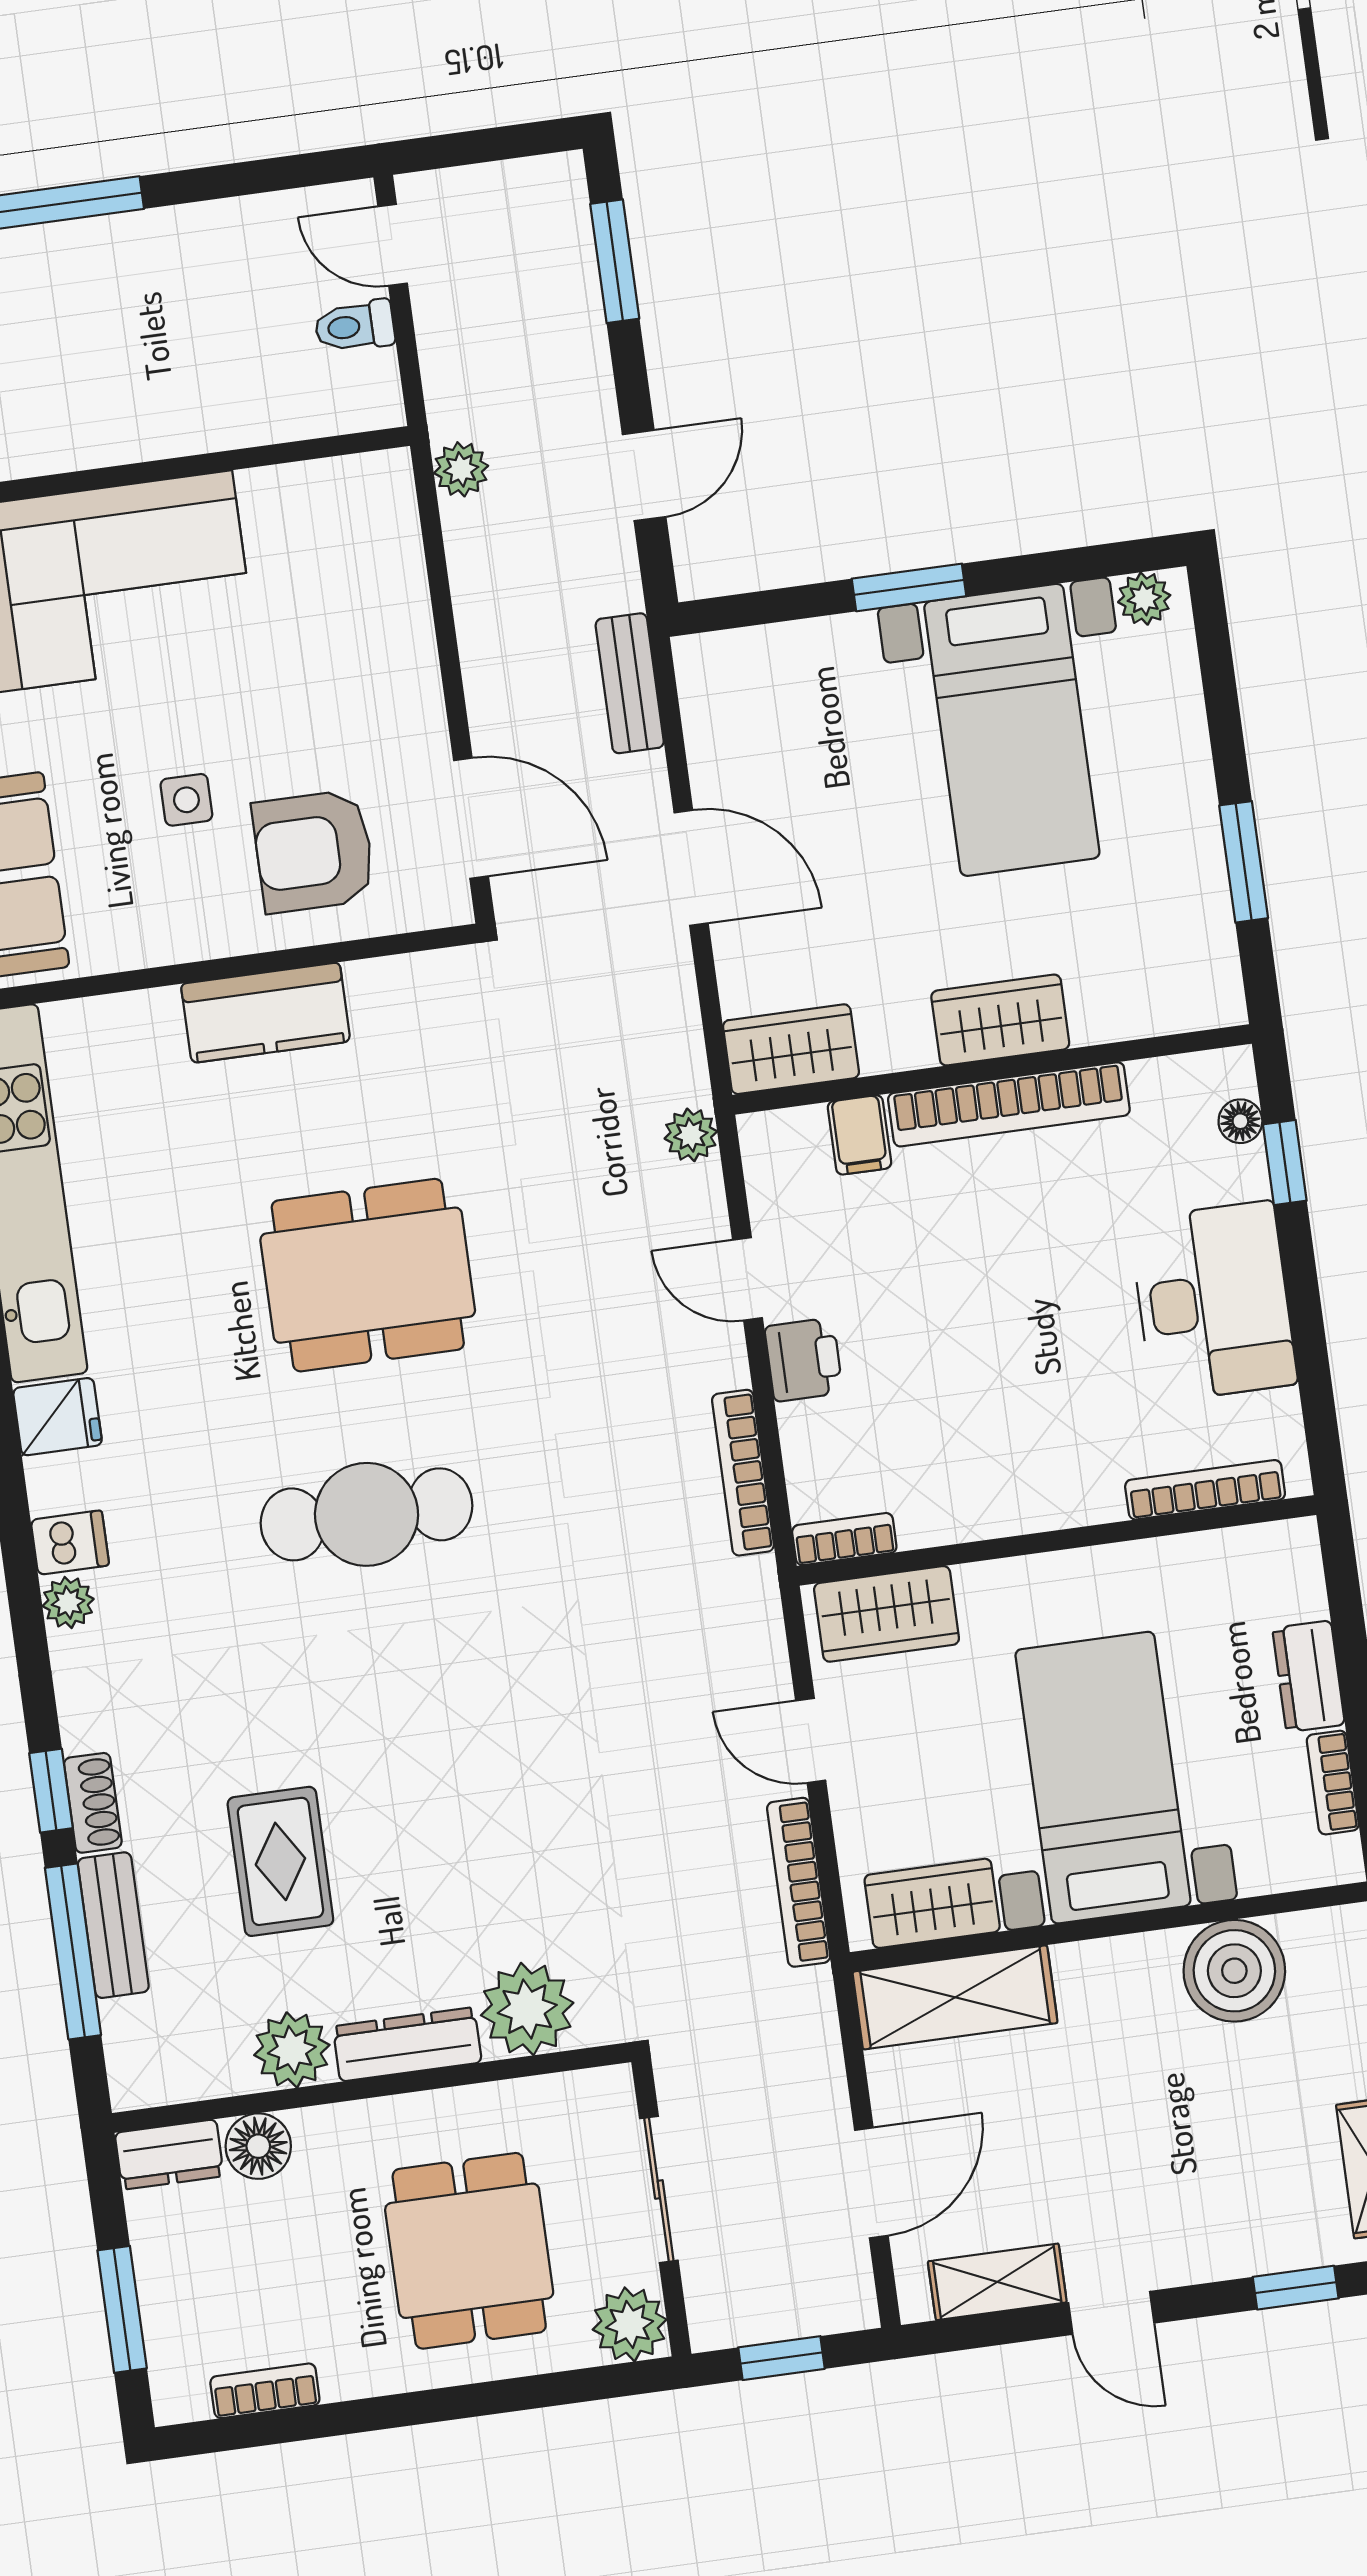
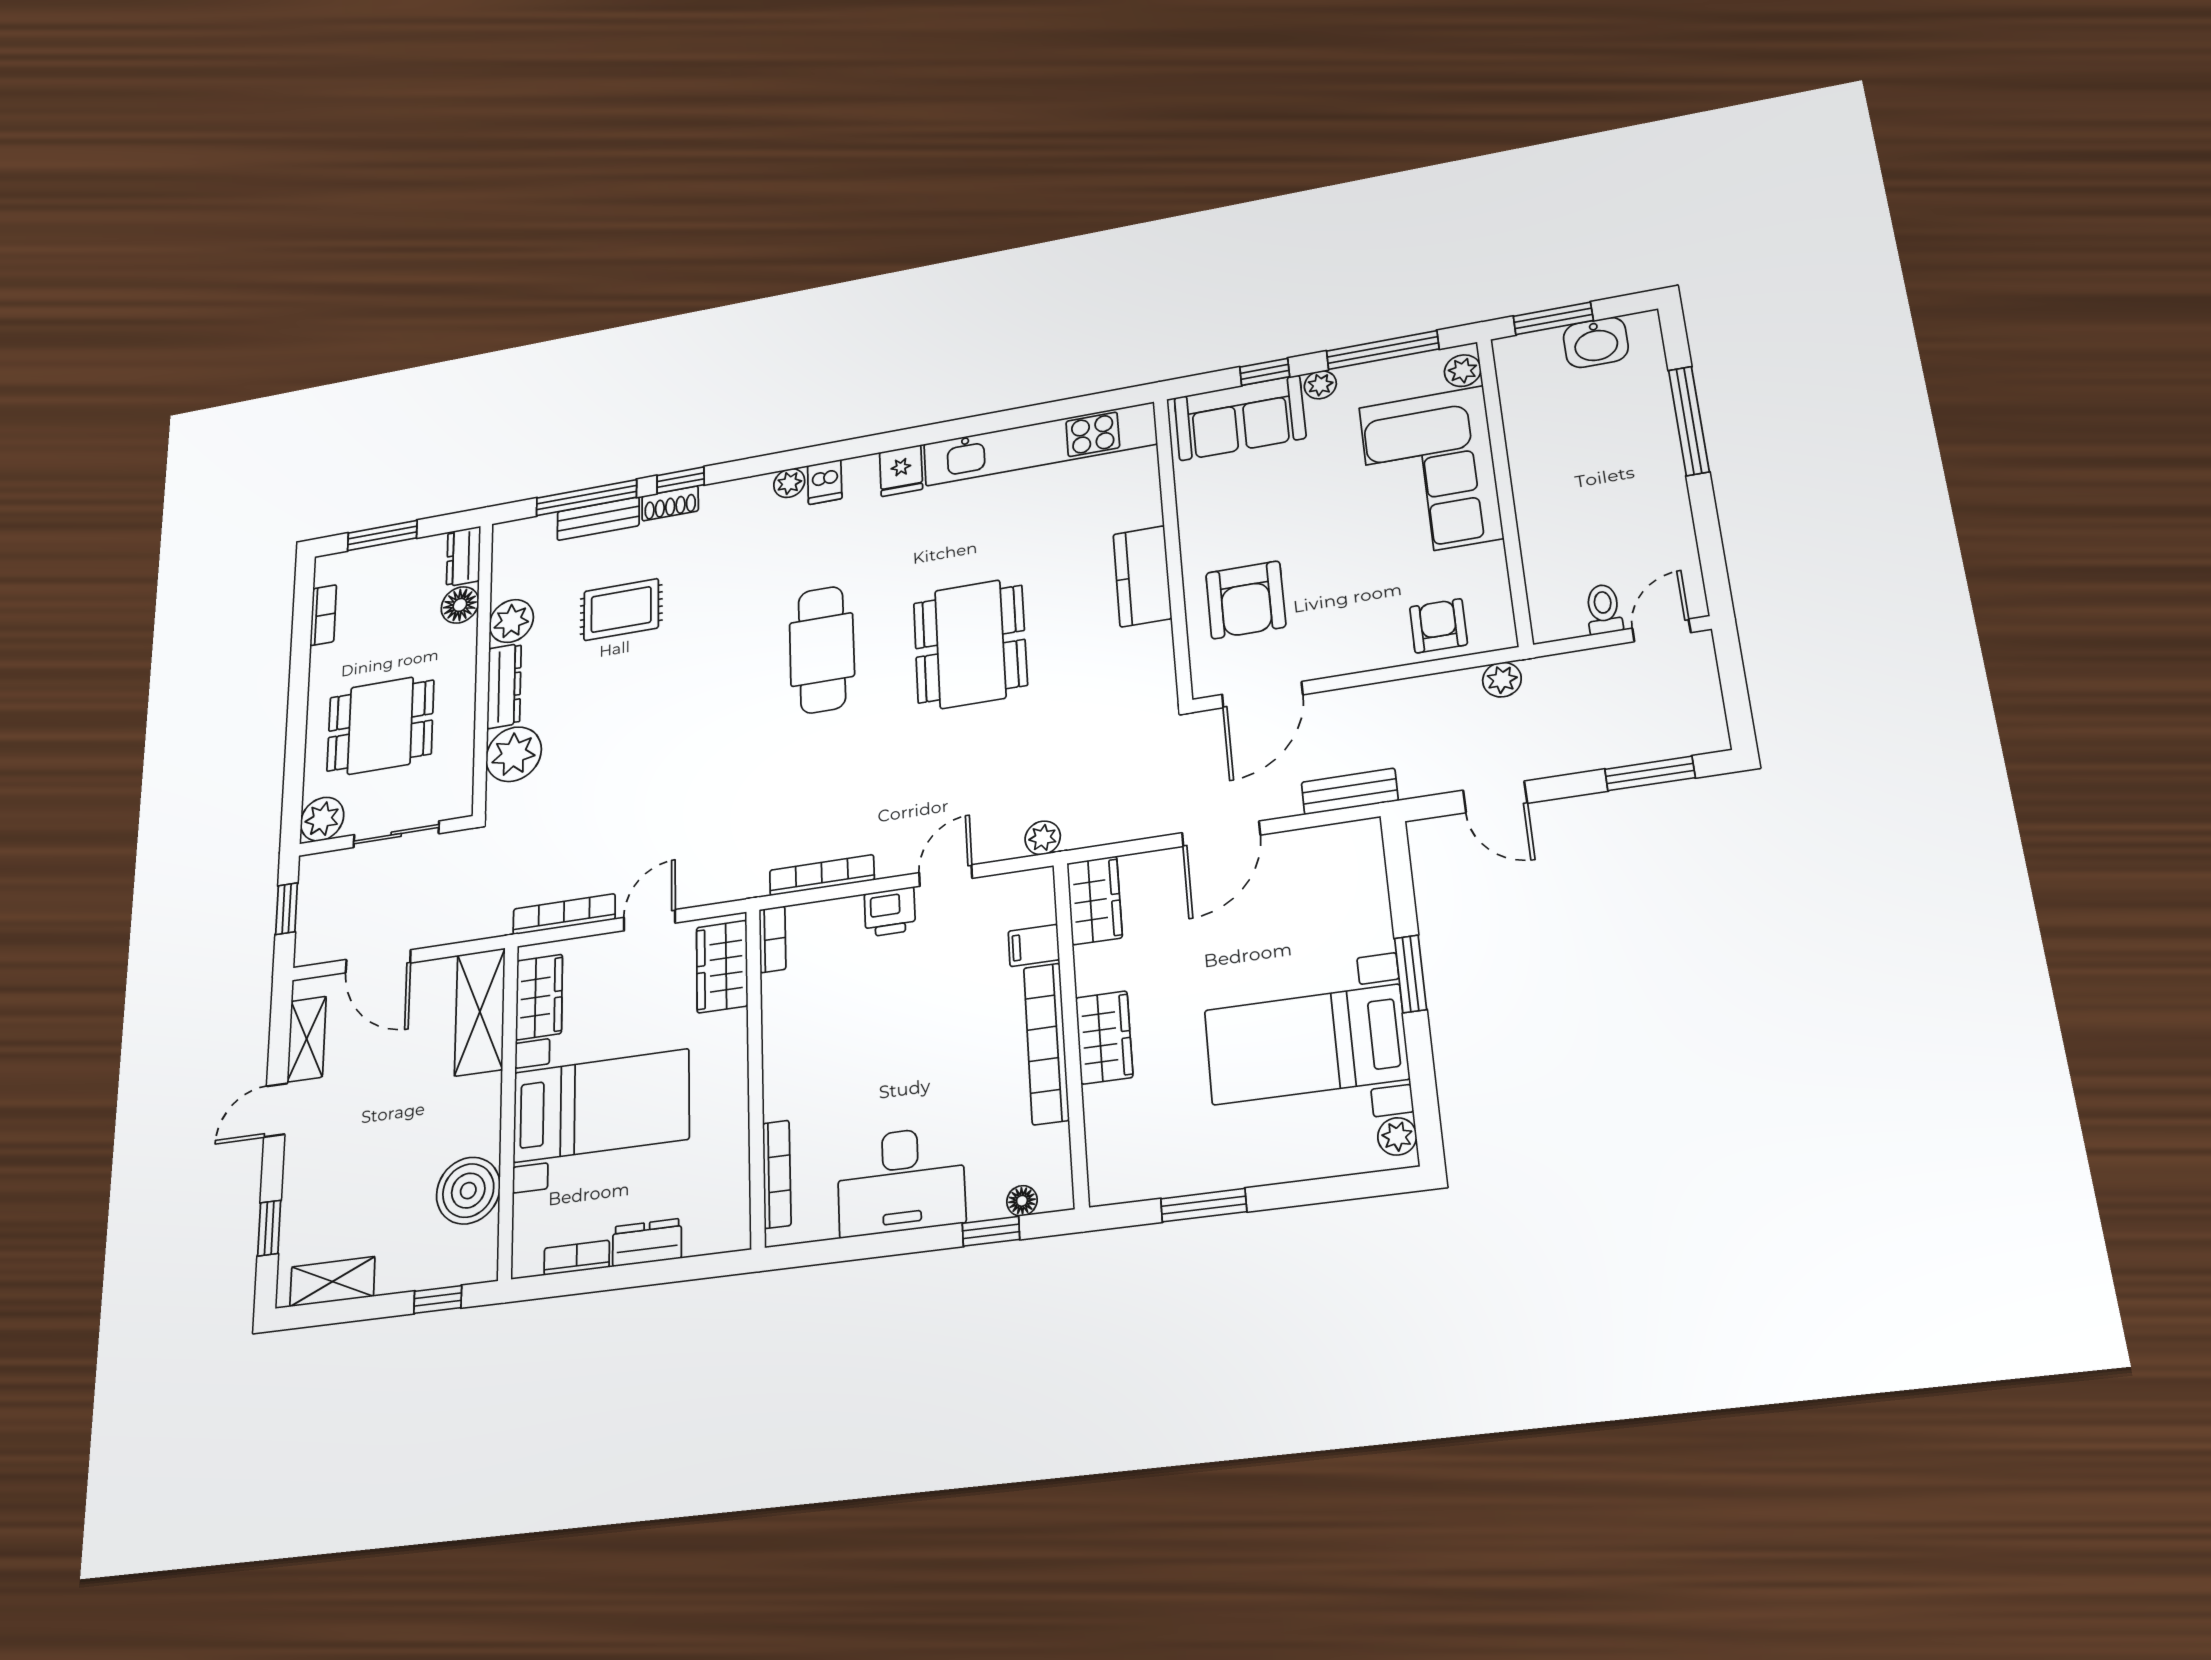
armchair: (370, 563) -> (1438, 626), added
side table: (186, 800) -> (1284, 523), removed
armchair: (314, 851) -> (1246, 600), turned 180

